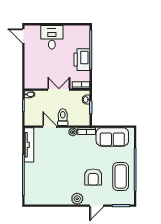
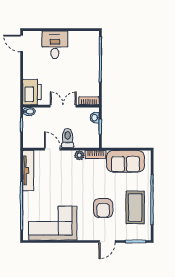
printer: (82, 60) -> (32, 92), moved, turned 180
corner sofa: (50, 190) -> (53, 223), added
plant: (77, 199) -> (84, 233), removed

